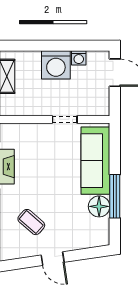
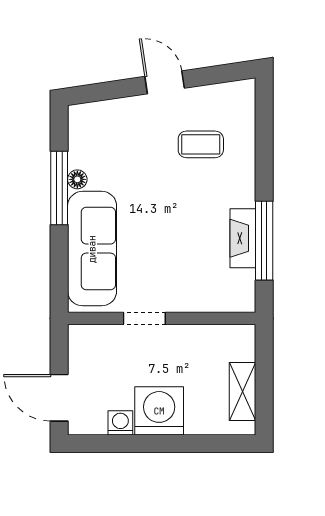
floor lamp: (99, 206) -> (77, 179), width x0.53, depth x0.53
coffee table: (31, 222) -> (201, 144), turned -41

